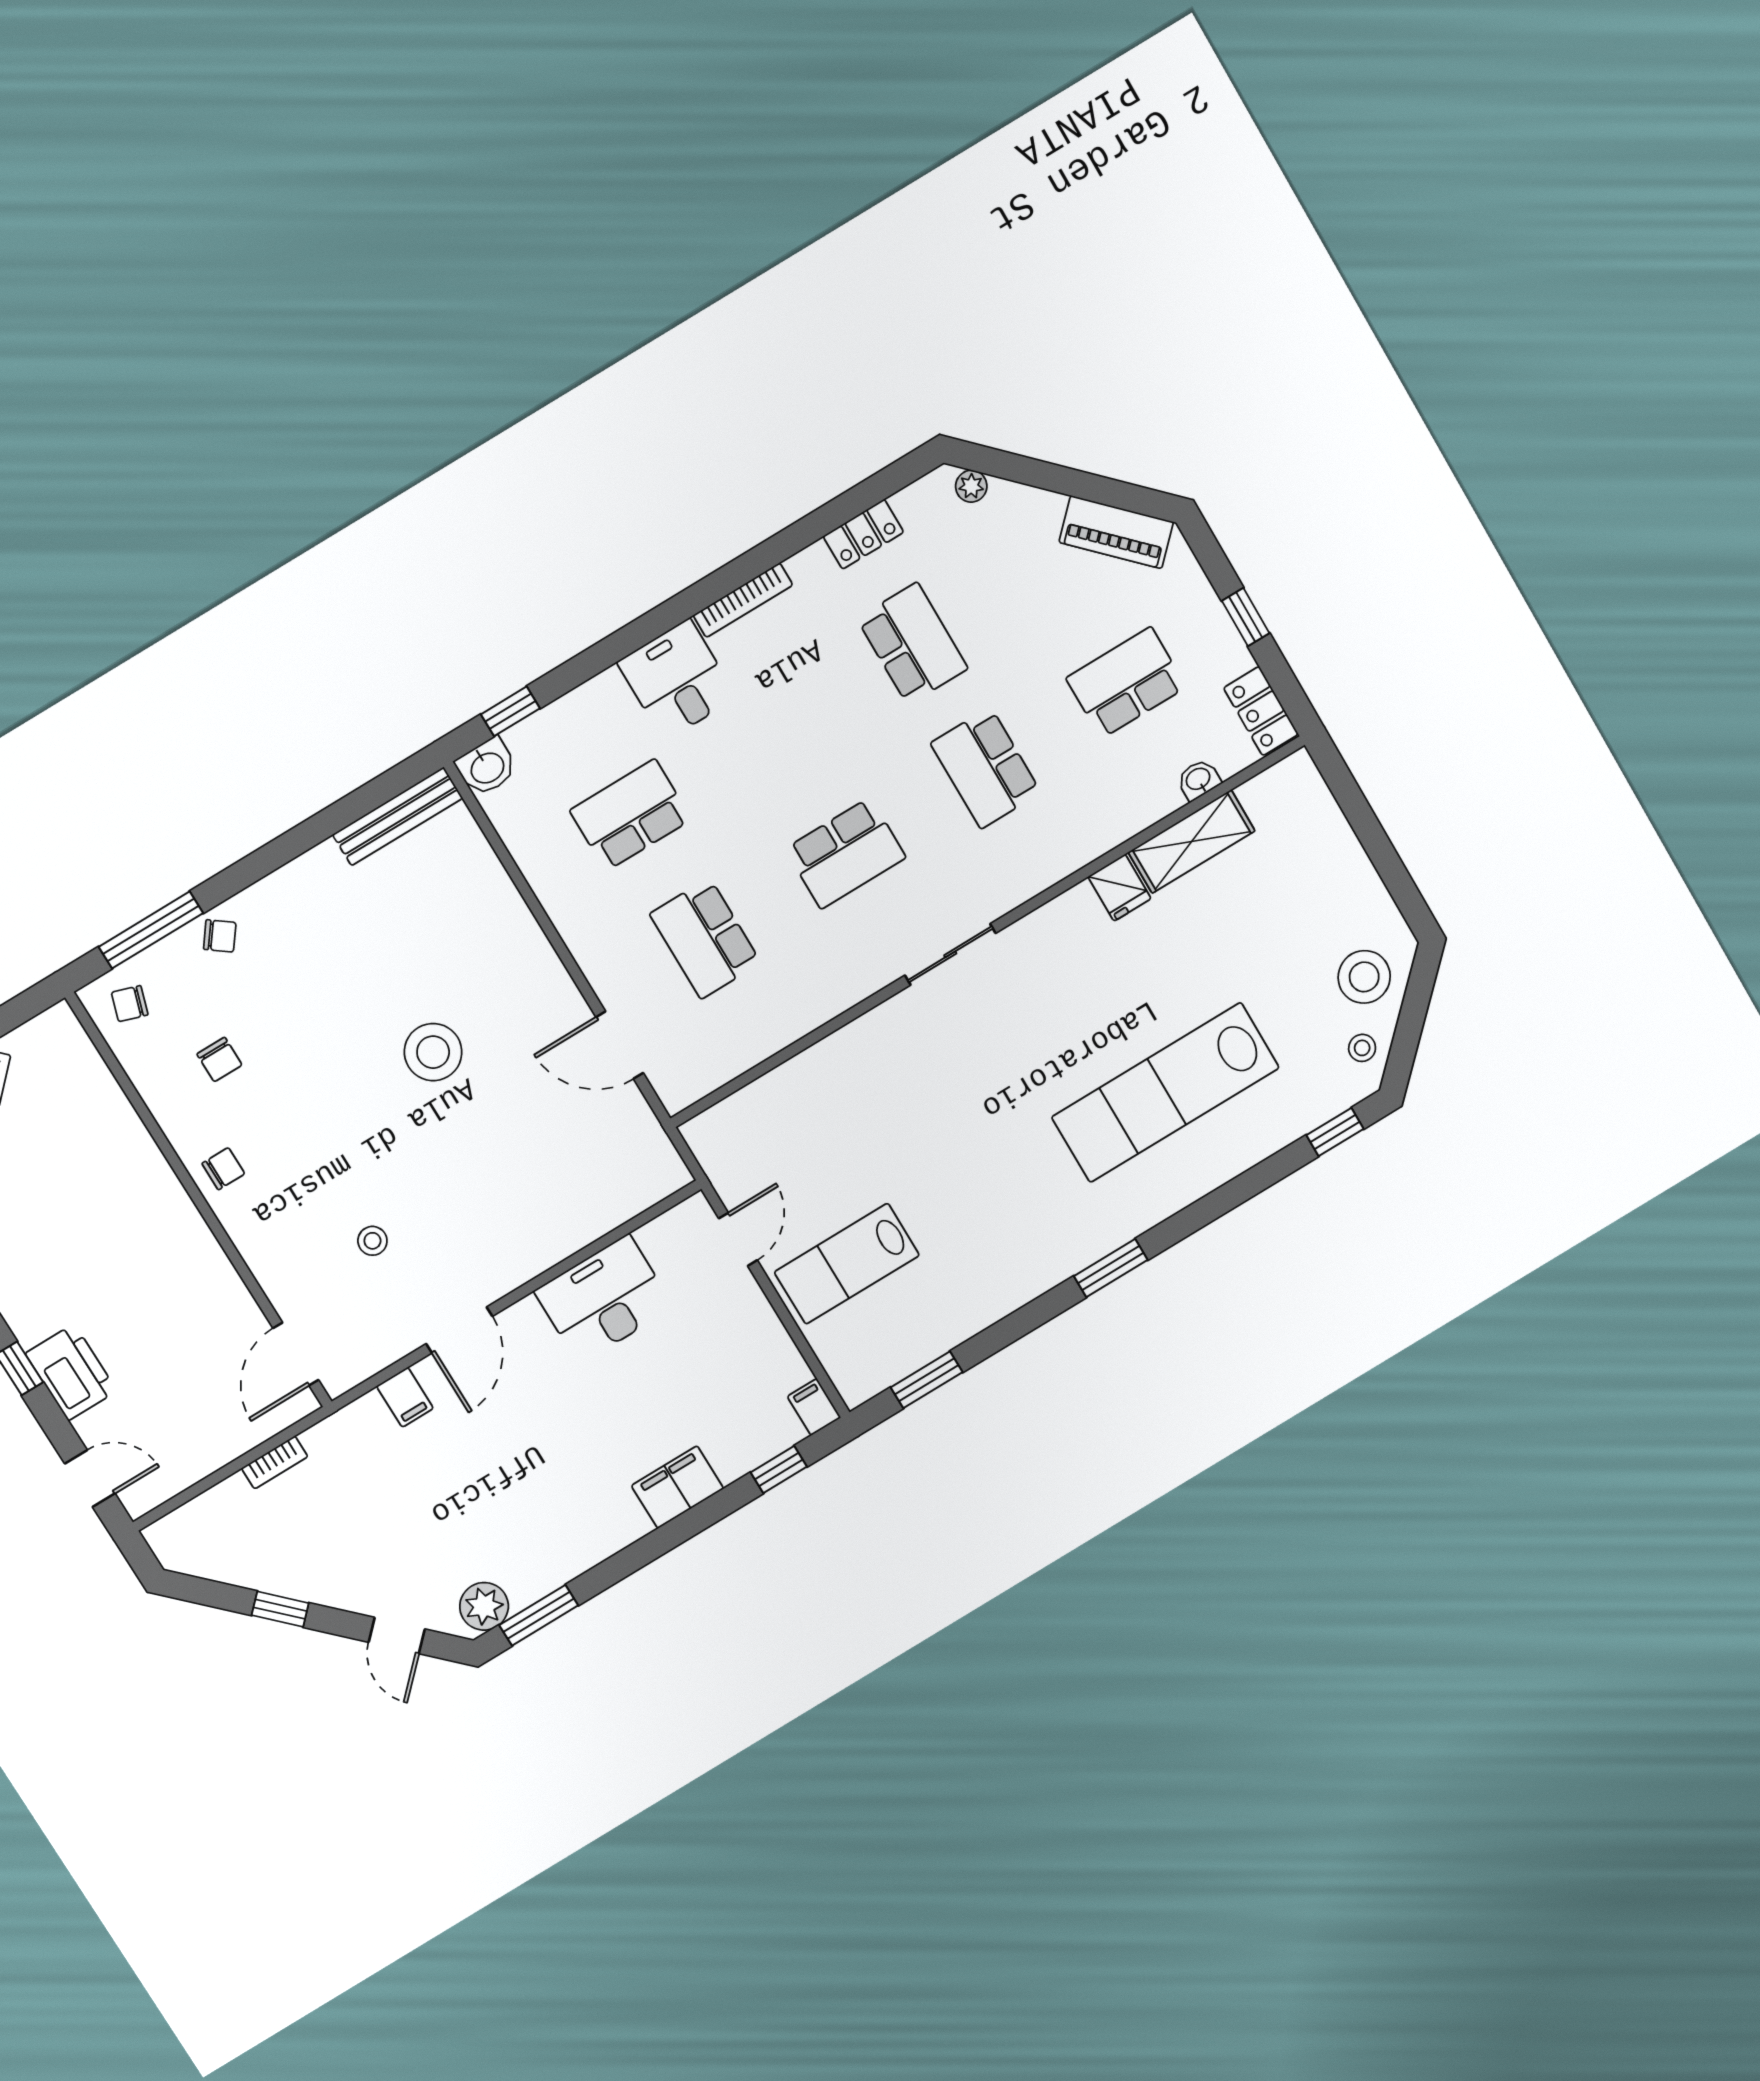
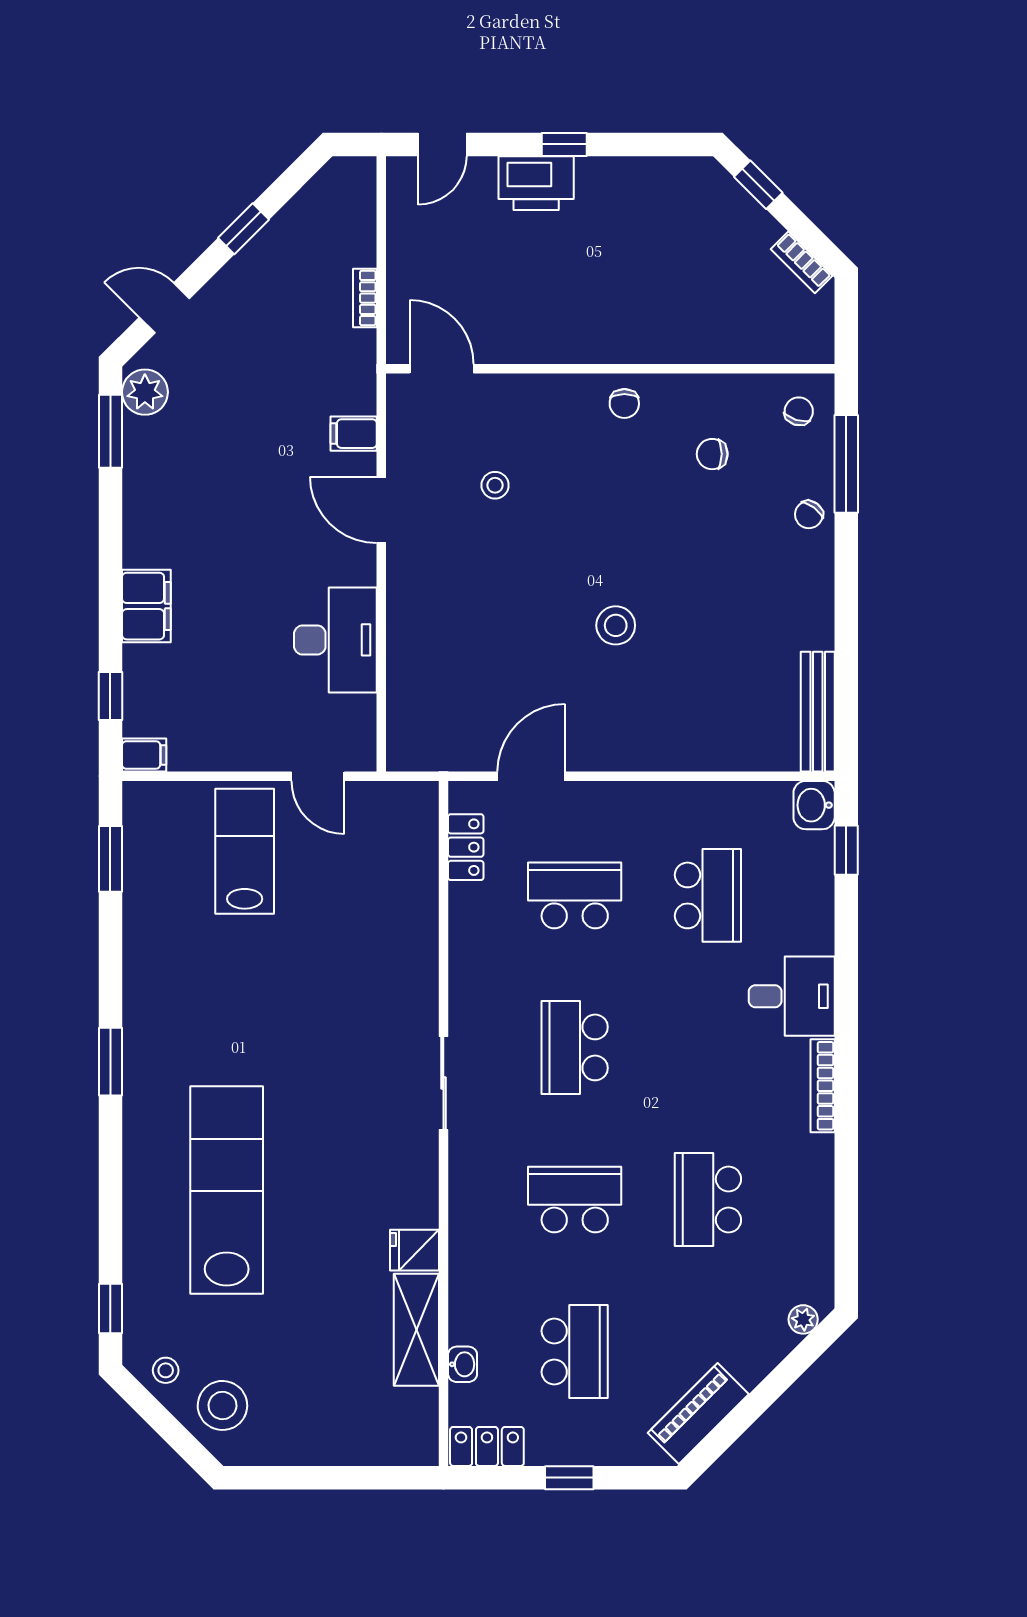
locker: (863, 534) -> (466, 847), moved, turned 180
school desk: (912, 644) -> (708, 1199), turned 90
stool: (433, 1052) -> (616, 625), width x0.73, depth x0.73

